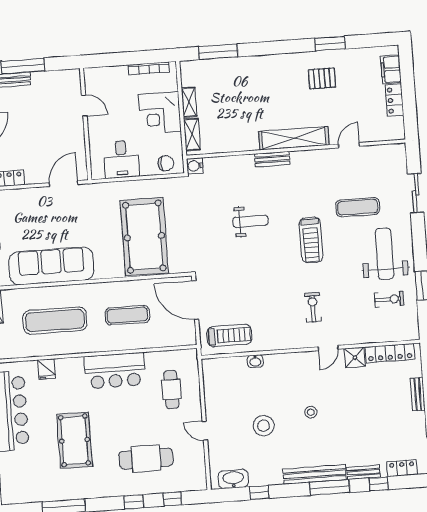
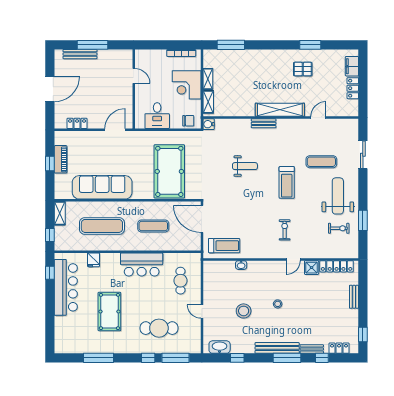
window: (172, 499) -> (175, 358), width x2.17

